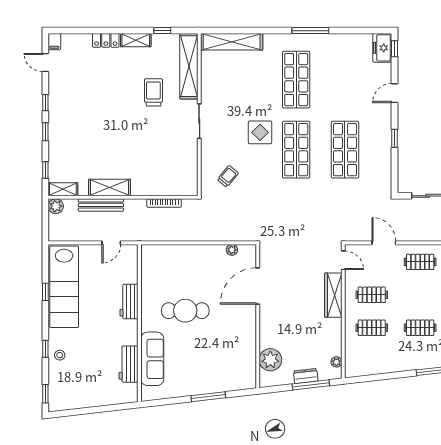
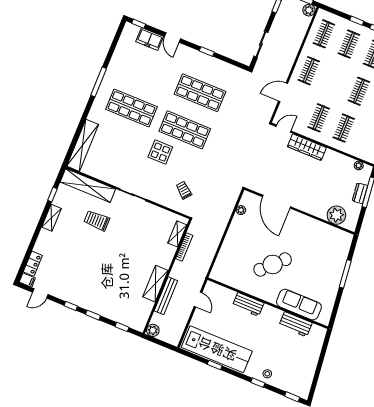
locker: (106, 40) -> (33, 264), moved
freezer: (382, 48) -> (150, 39), moved
shelving: (63, 189) -> (177, 234), moved
cafe table: (185, 311) -> (273, 264), turned 45

